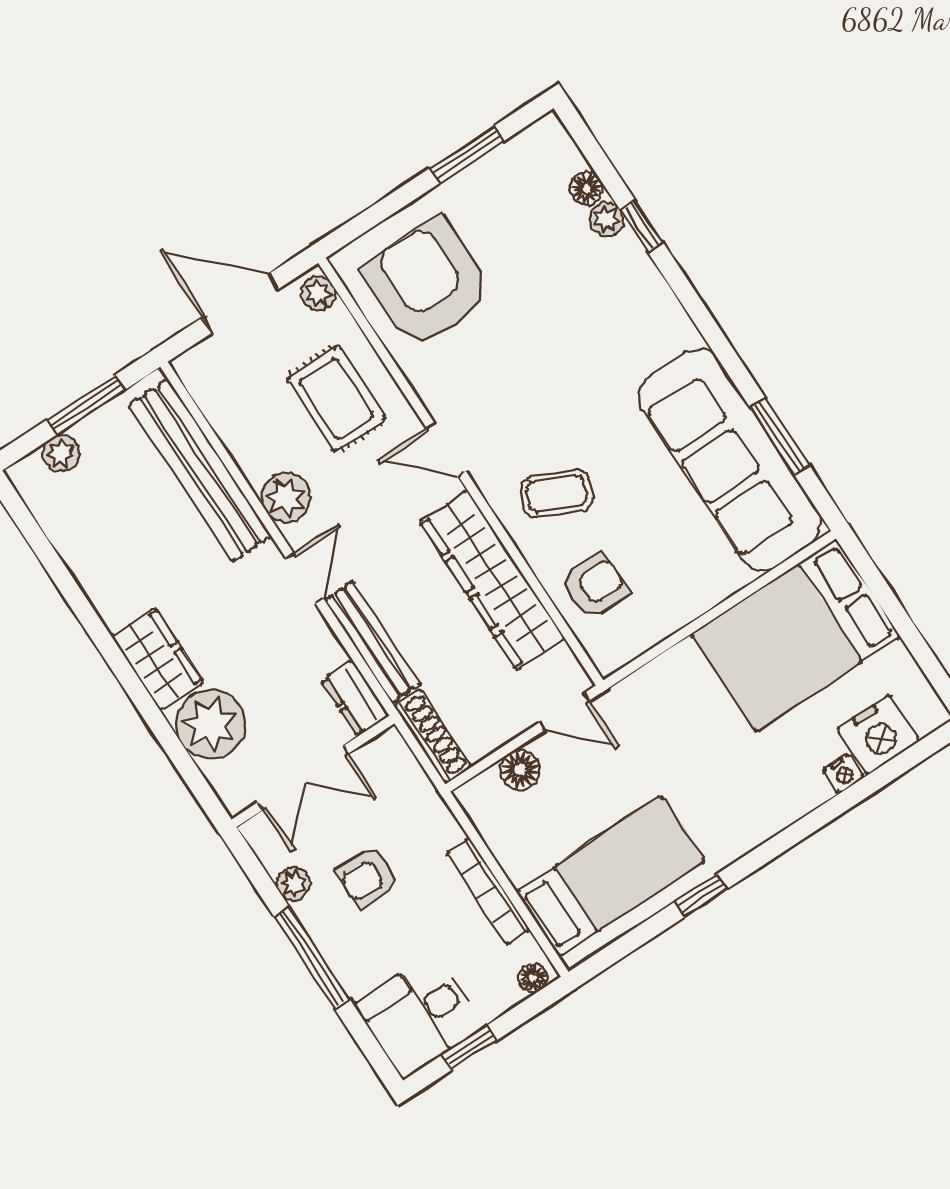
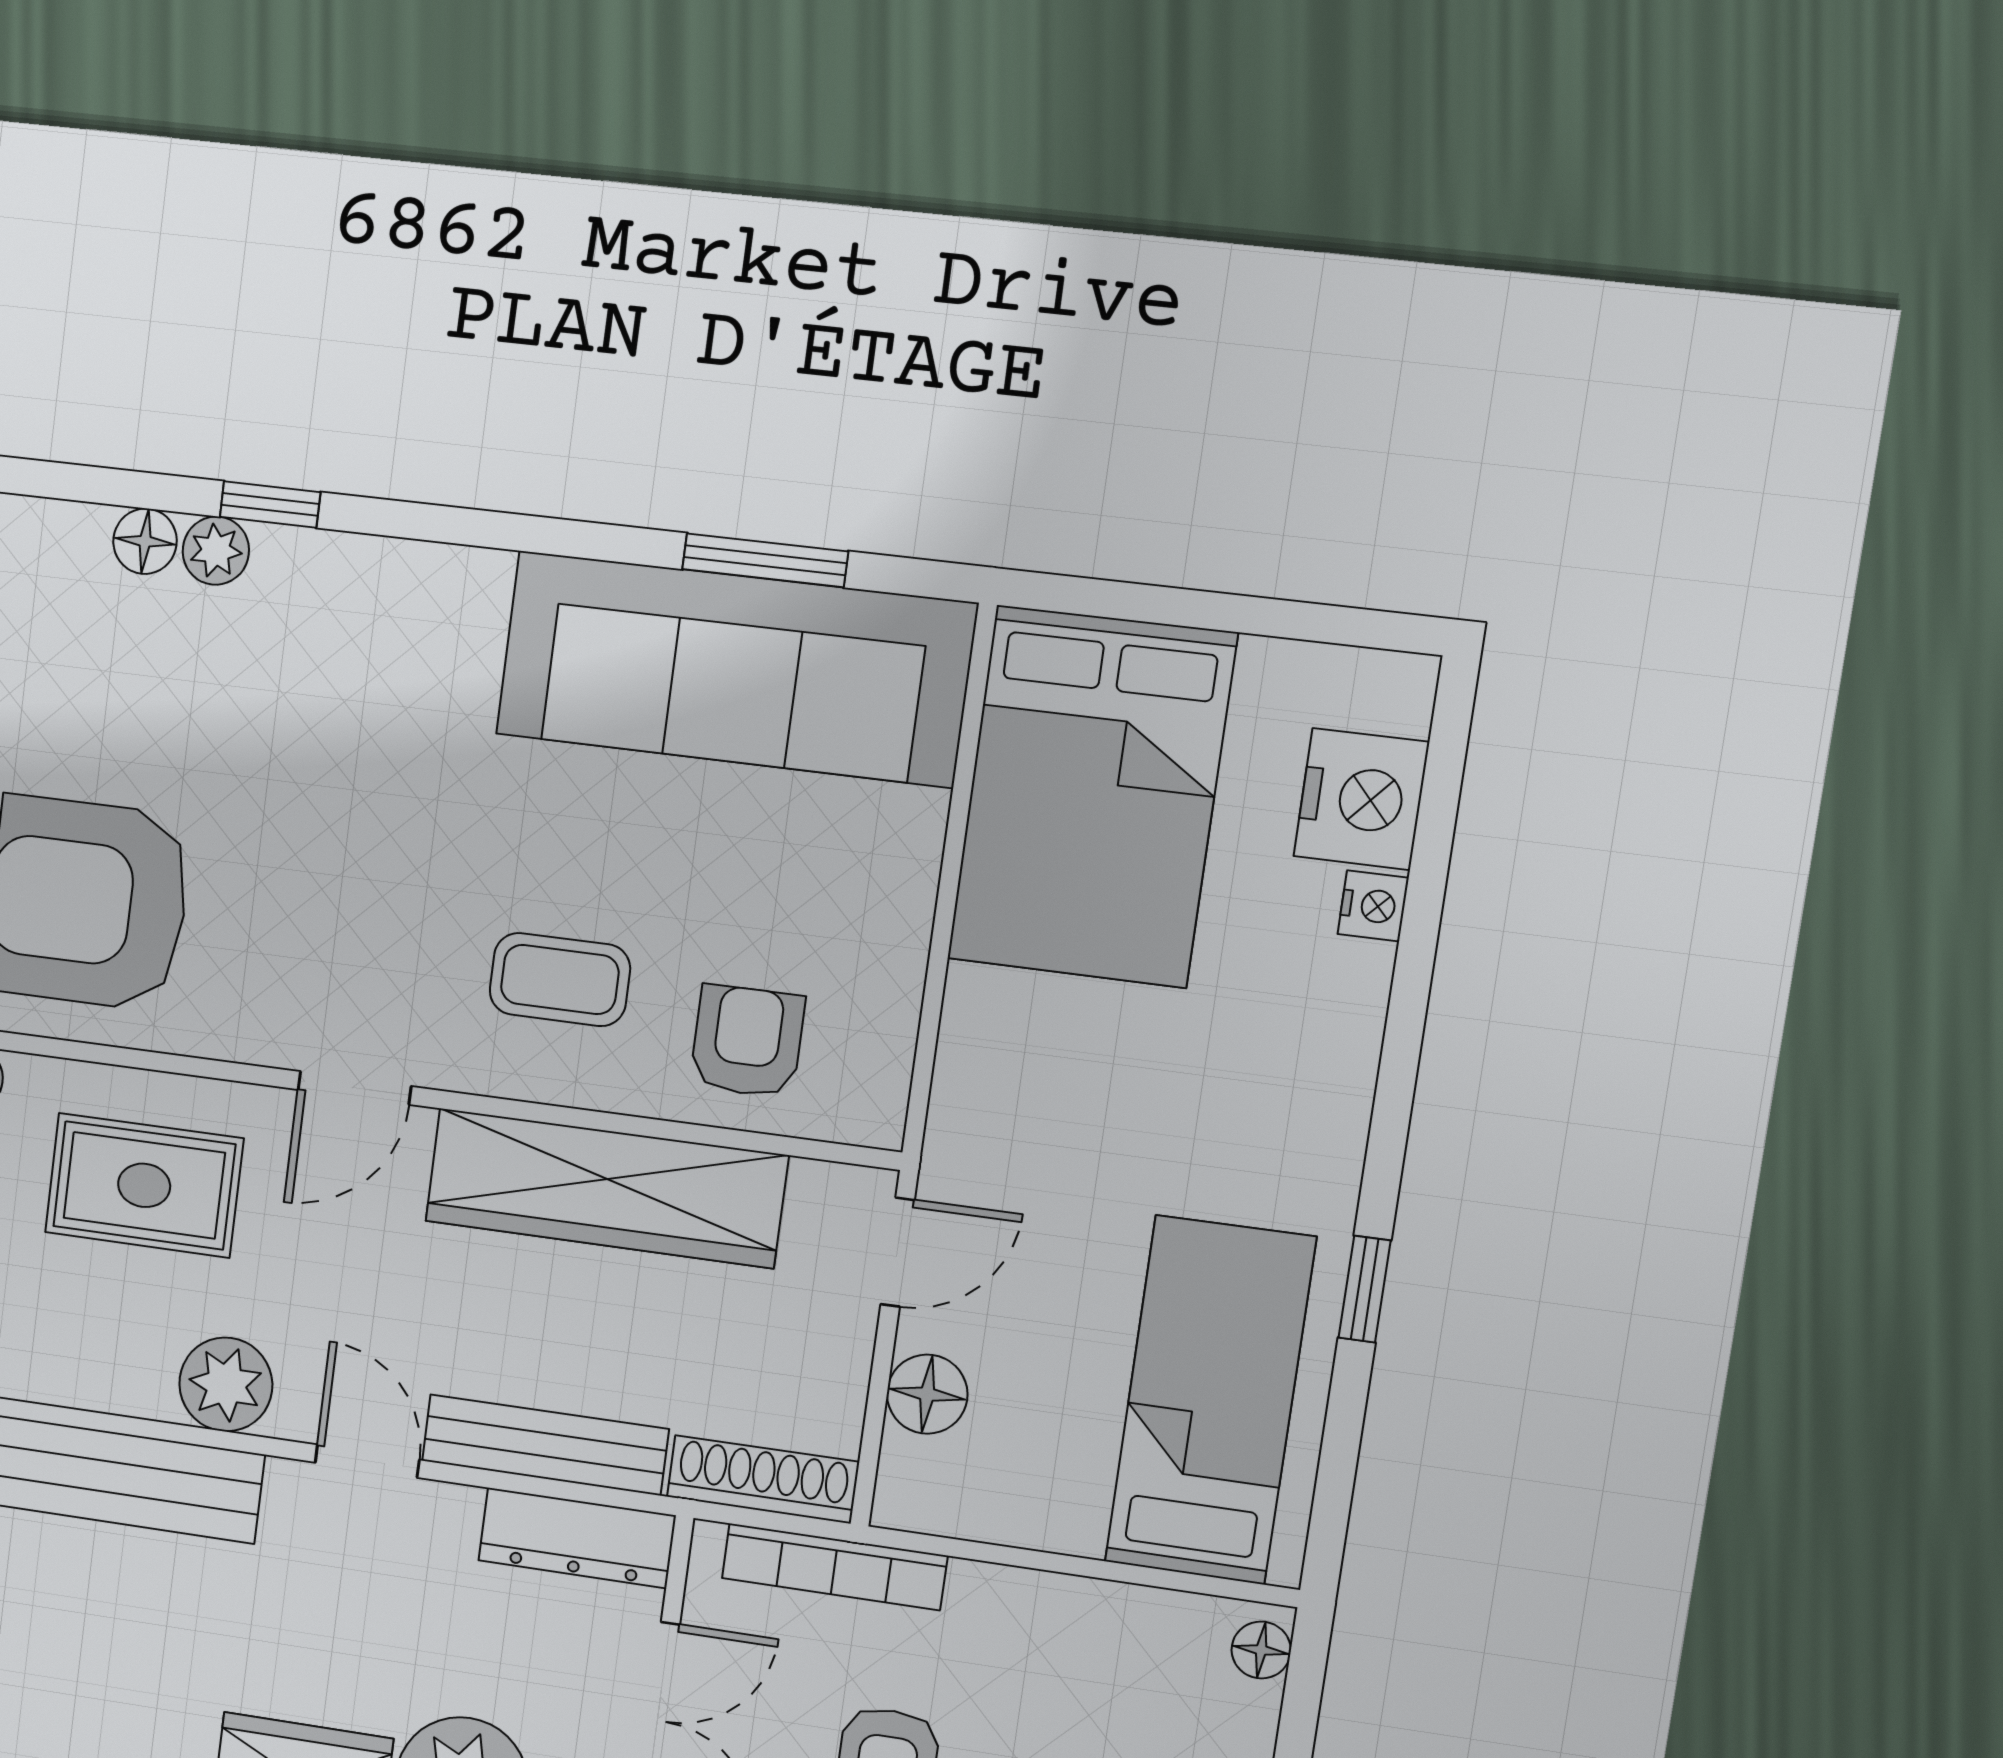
coffee table: (556, 494) -> (560, 980), turned 65
dresser: (355, 698) -> (577, 1538), width x1.44
bookcase: (488, 891) -> (834, 1567), moved

